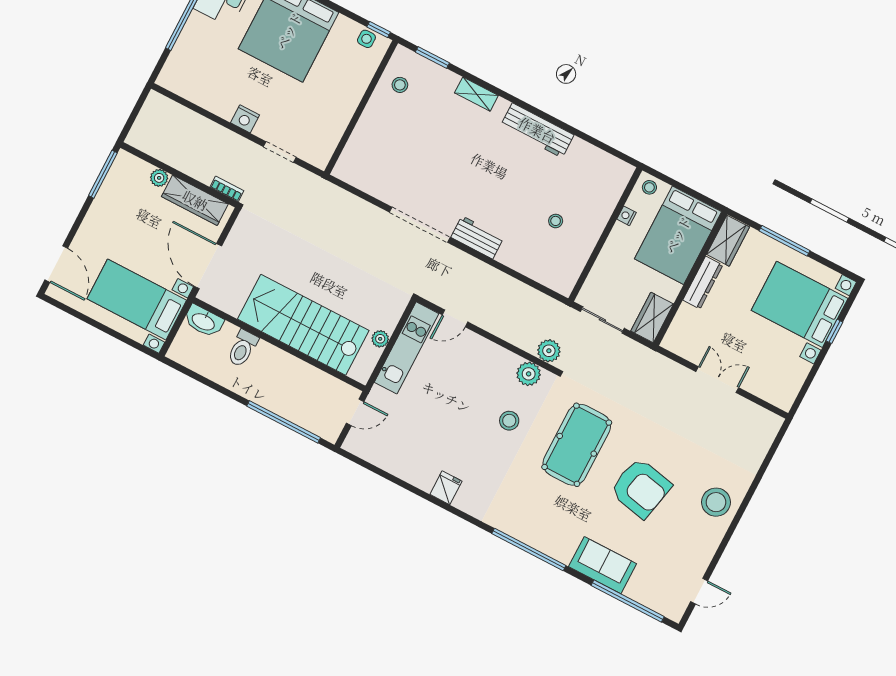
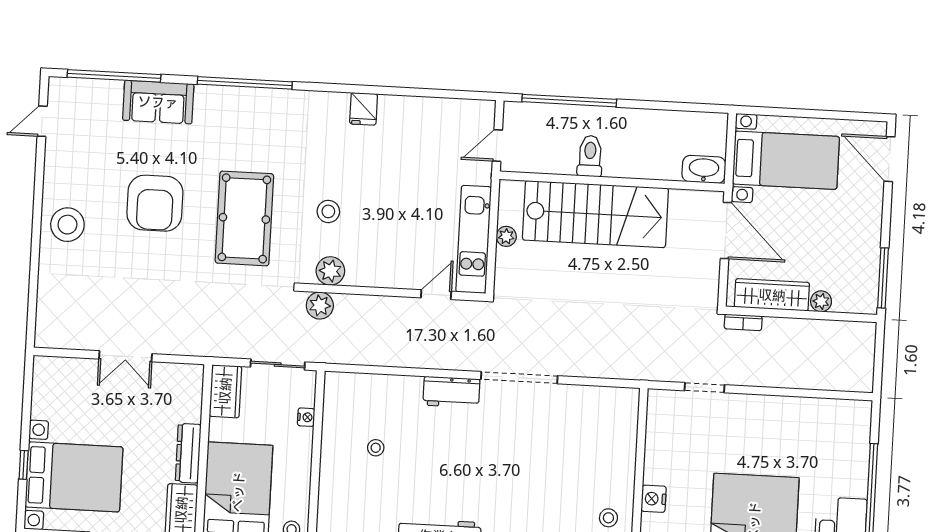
nightstand: (245, 119) -> (654, 499), moved, turned -90
nightstand: (626, 216) -> (306, 417), moved
toilet: (243, 348) -> (590, 156), moved
armchair: (641, 488) -> (155, 203), turned -102

